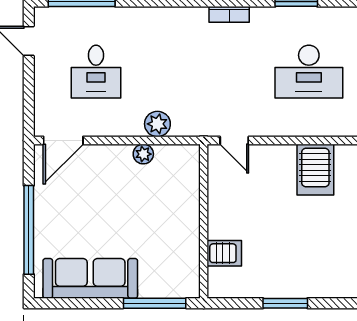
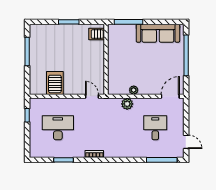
server rack: (224, 253) -> (97, 34), moved

